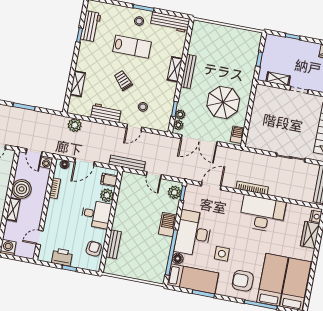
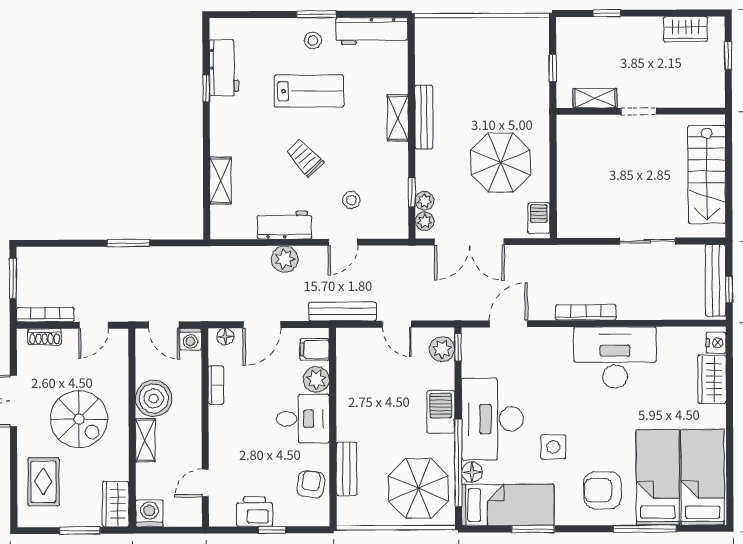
plant: (75, 125) -> (285, 259), moved
parasol: (148, 261) -> (418, 488), added

